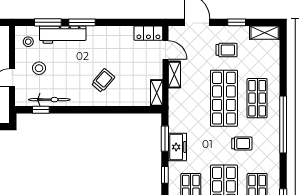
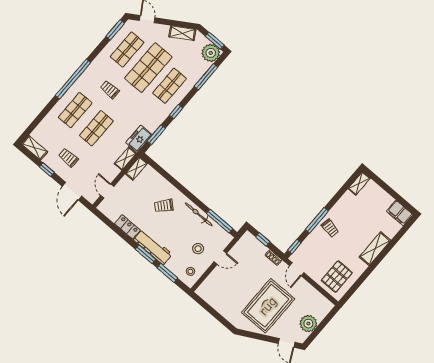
locker: (148, 33) -> (127, 227), moved
workbench: (63, 35) -> (153, 247), moved
shelving: (174, 75) -> (125, 159), moved
shop shelf: (224, 98) -> (96, 128), width x0.70, depth x0.74
bicycle: (49, 100) -> (199, 214), moved
window: (41, 110) -> (220, 221), width x2.17
freezer: (177, 147) -> (139, 139), moved

